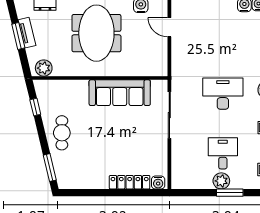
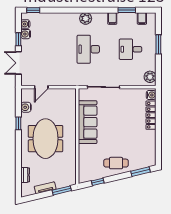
meeting table: (96, 33) -> (46, 139), turned 90
window: (18, 36) -> (62, 190), moved
plant: (44, 68) -> (70, 176), removed
plant: (221, 181) -> (150, 77), moved

